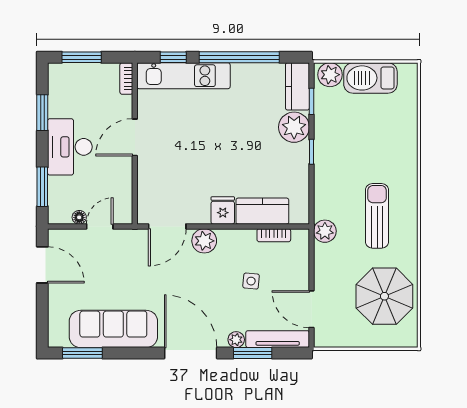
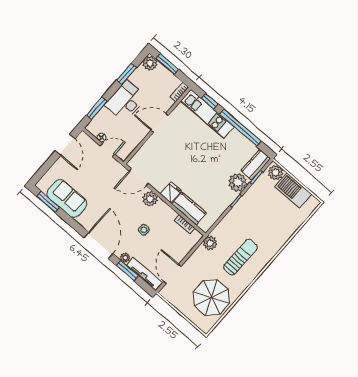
plant: (59, 74) -> (150, 63), added
side table: (251, 281) -> (144, 230), moved
sofa: (113, 329) -> (67, 198), width x0.73

